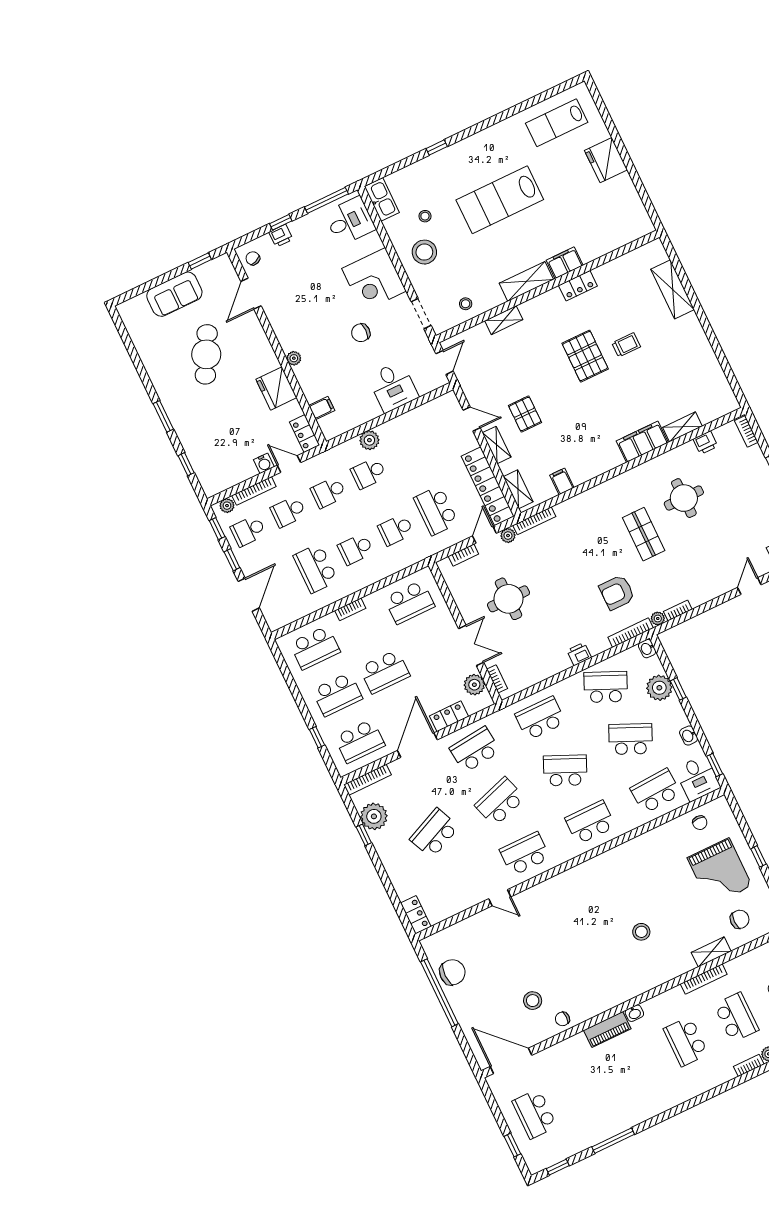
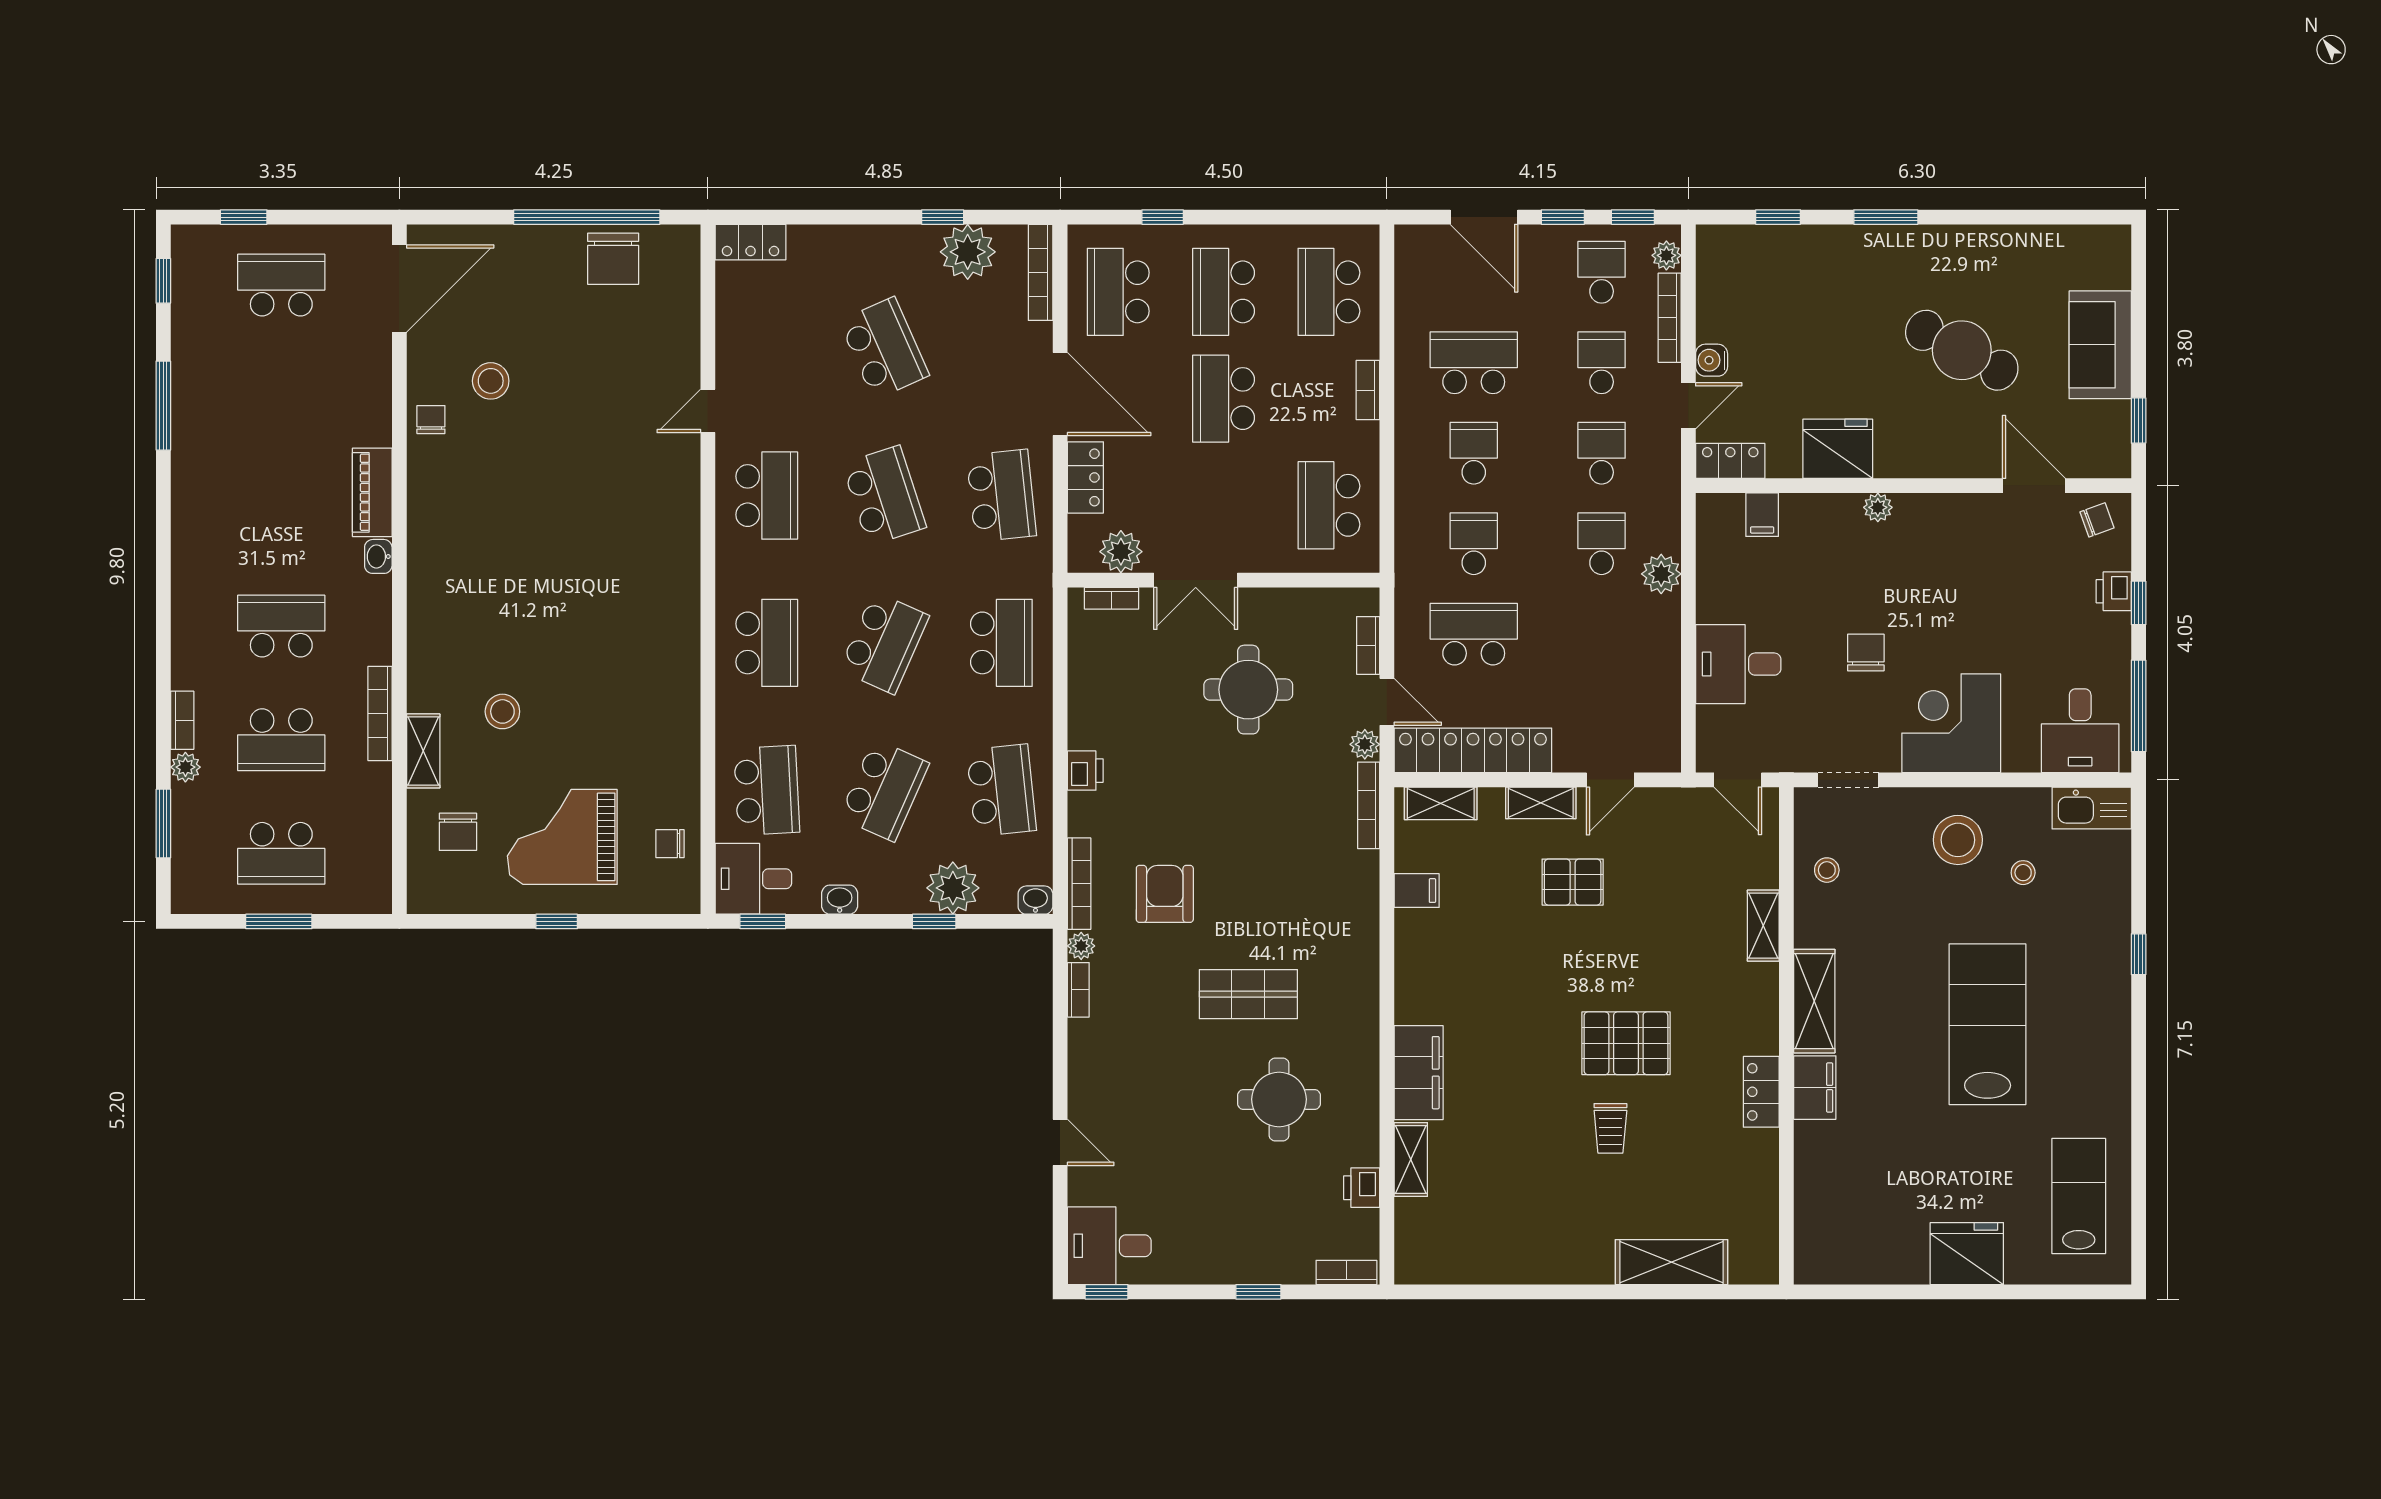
school desk: (606, 687) -> (1001, 790), turned -30
stool: (641, 932) -> (502, 711), moved

